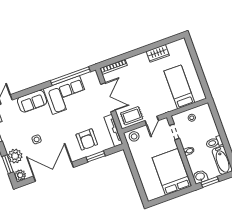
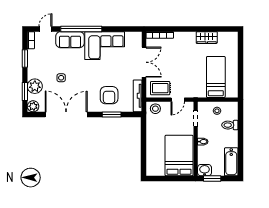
window: (70, 76) -> (81, 29), moved
toilet: (214, 142) -> (230, 125), moved

